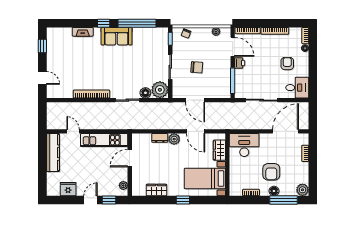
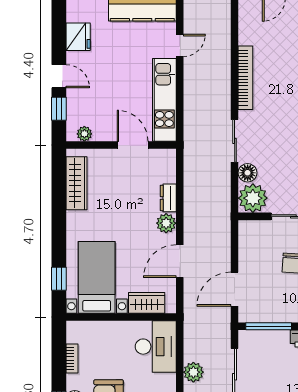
door: (195, 100) -> (235, 289), moved
plant: (259, 124) -> (193, 372), added
wardrobe: (156, 190) -> (77, 183), width x1.50
window: (183, 200) -> (59, 279), moved

